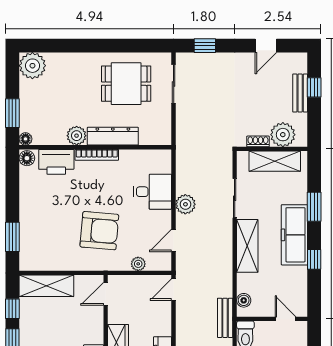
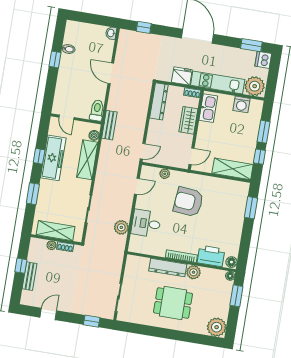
dining table: (126, 84) -> (173, 303), moved
window: (314, 87) -> (21, 266), moved
plant: (283, 135) -> (51, 245), width x0.53, depth x0.53
plant: (185, 204) -> (121, 227), moved
freezer: (294, 235) -> (53, 158), moved
shelving: (247, 246) -> (87, 160), moved

